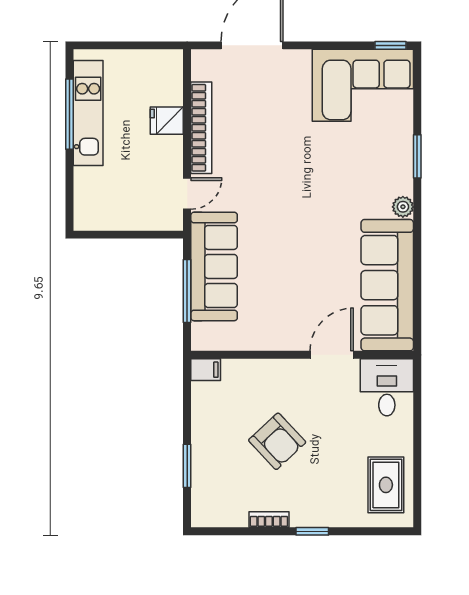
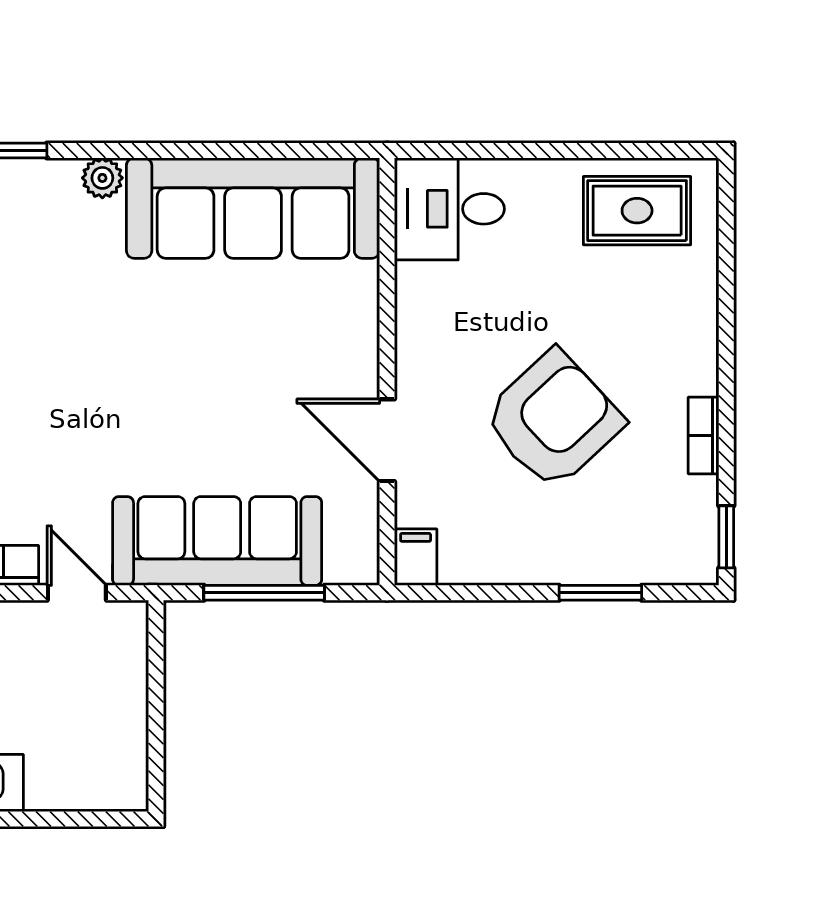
door: (332, 355) -> (387, 440), moved
armchair: (277, 441) -> (553, 420), width x1.36, depth x1.36
window: (312, 531) -> (726, 537), moved

